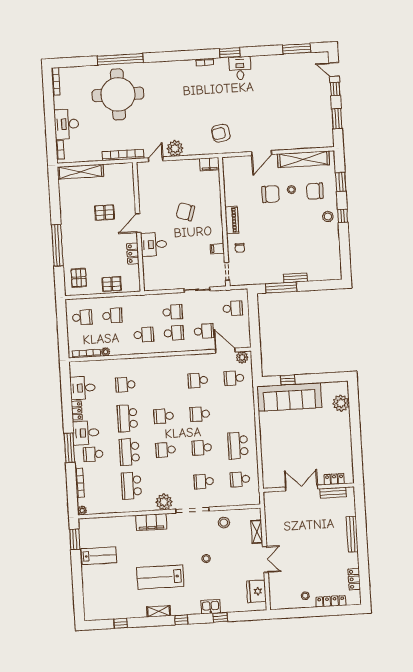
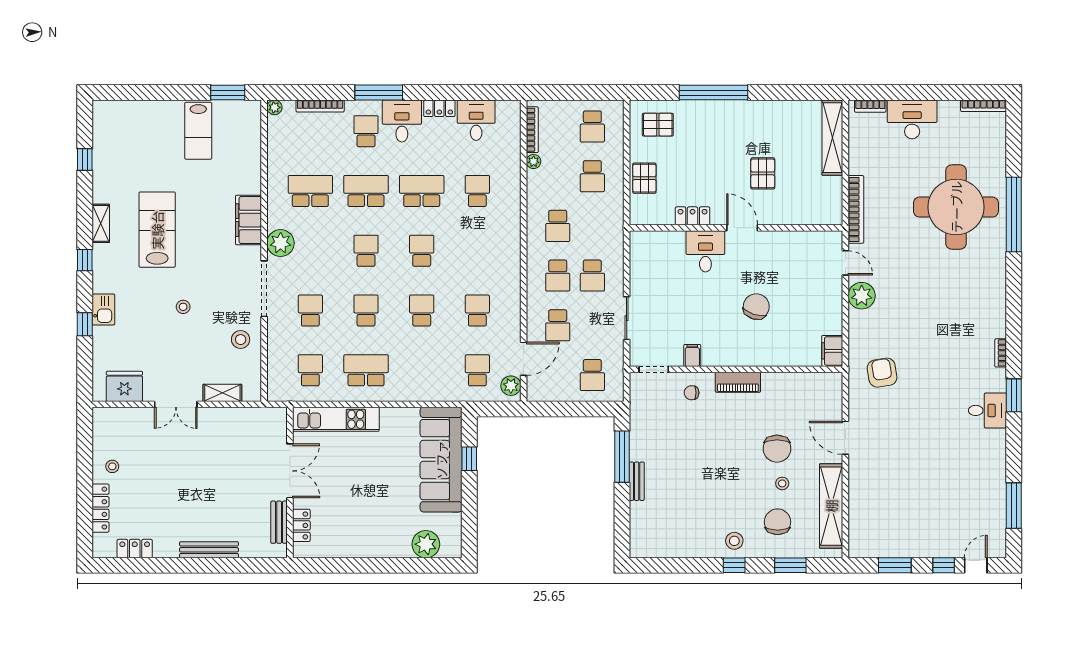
kitchen unit: (269, 462) -> (336, 419), added

